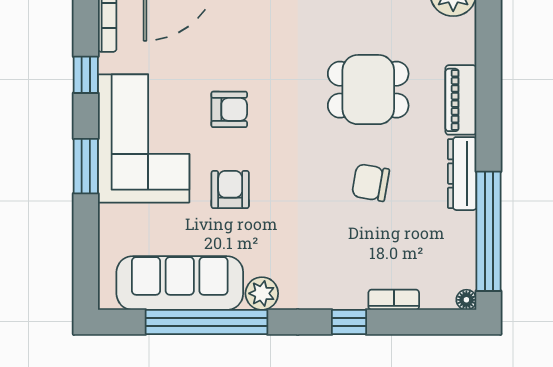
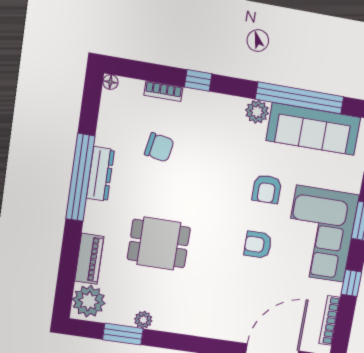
piano: (461, 100) -> (89, 259), moved
chair: (371, 183) -> (159, 147), moved
window: (489, 231) -> (80, 178), moved

